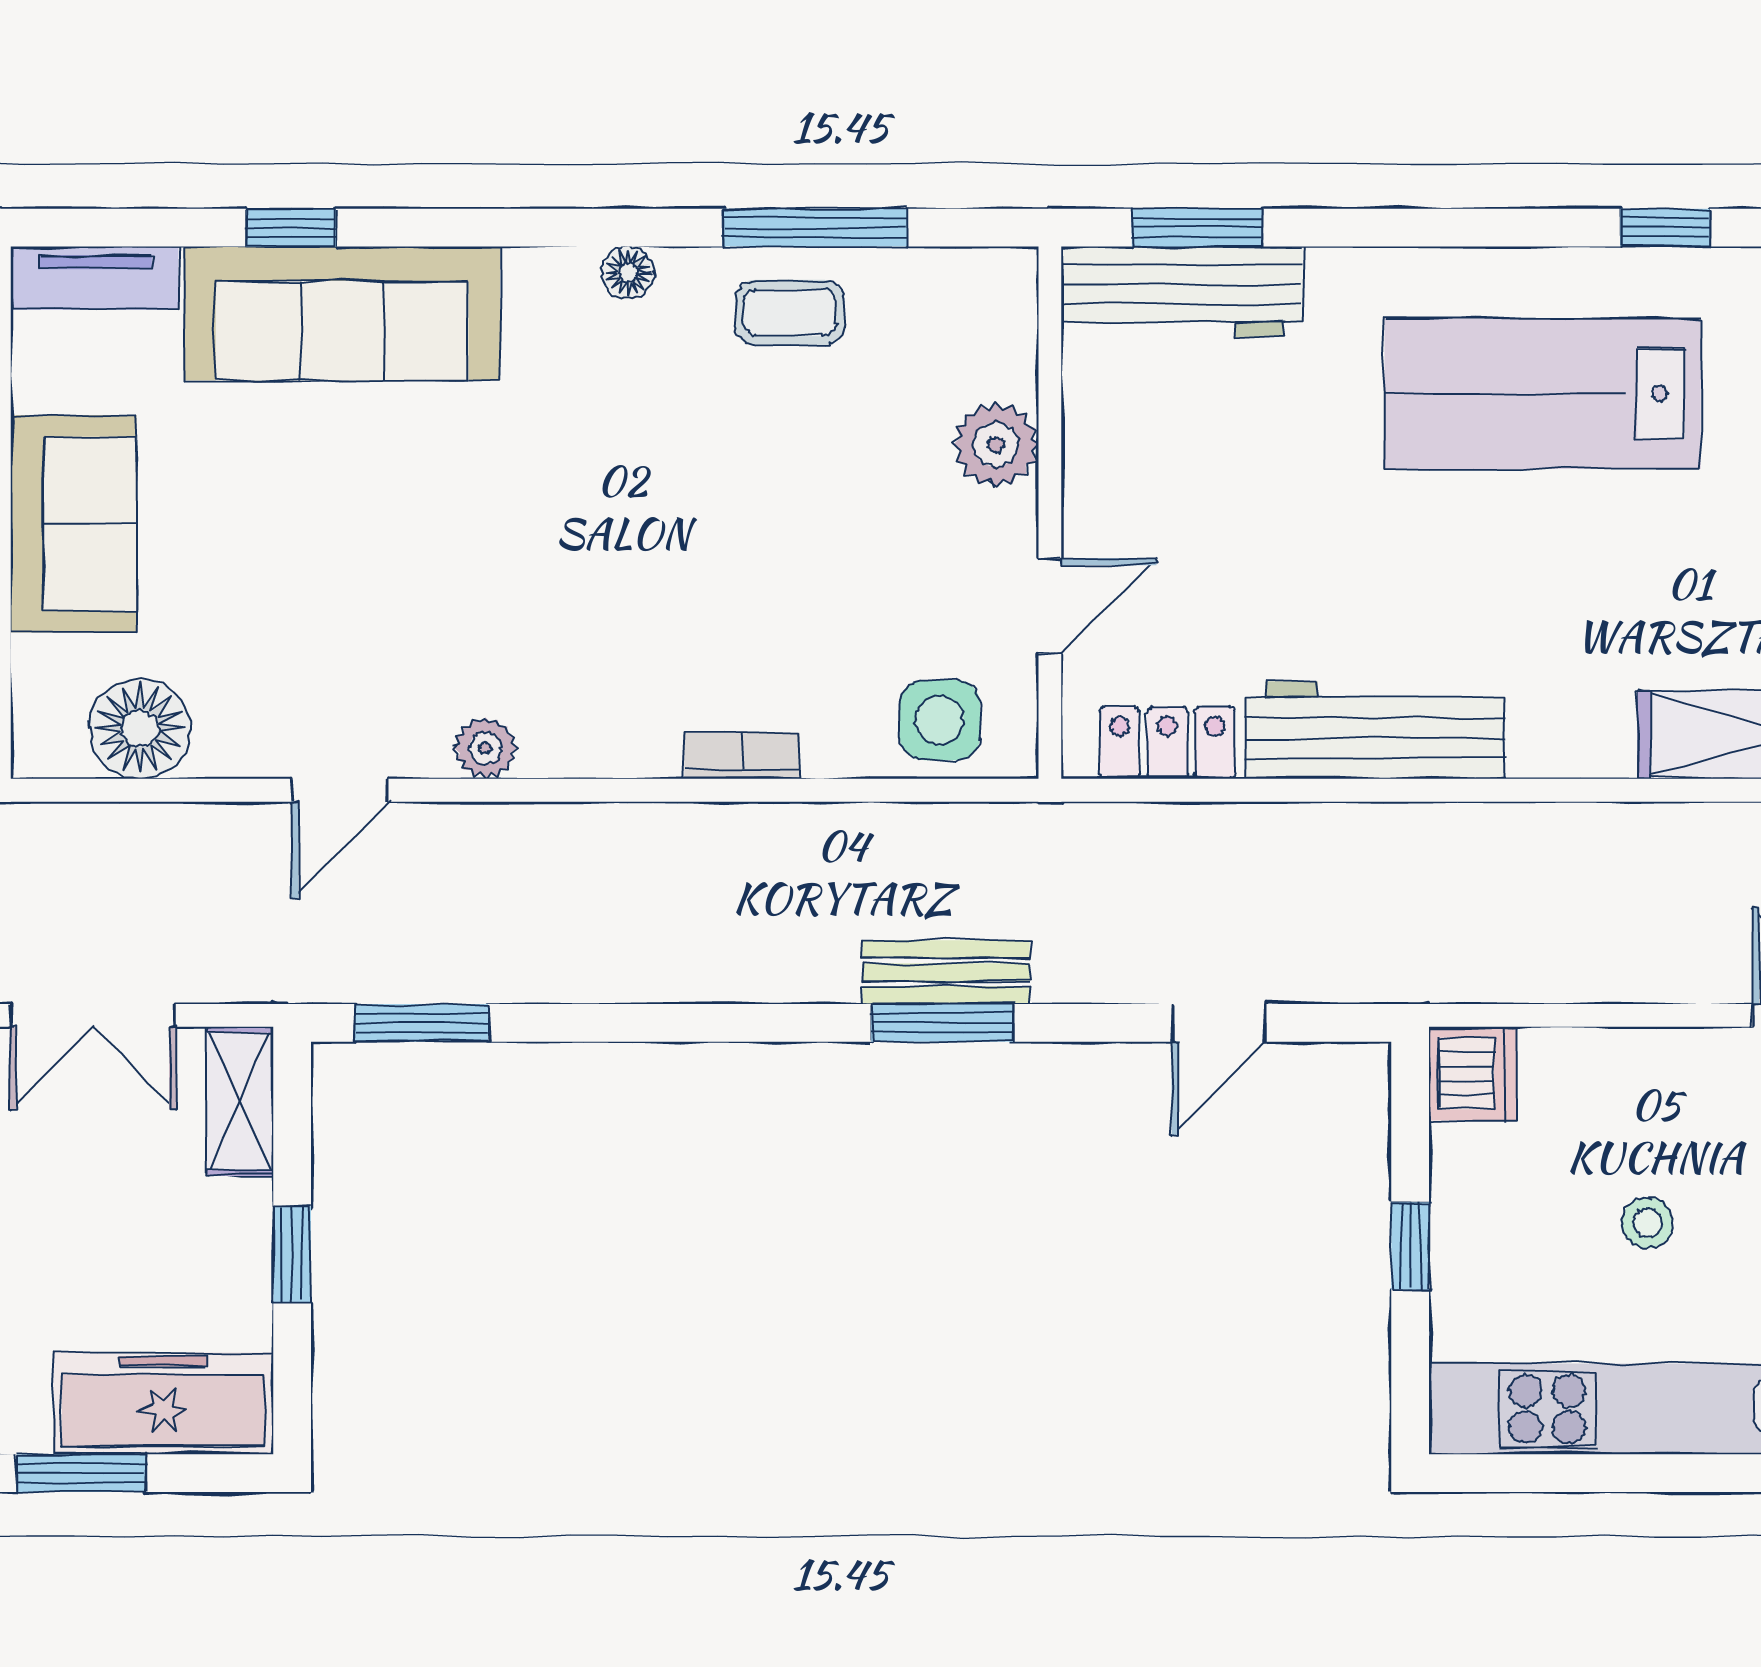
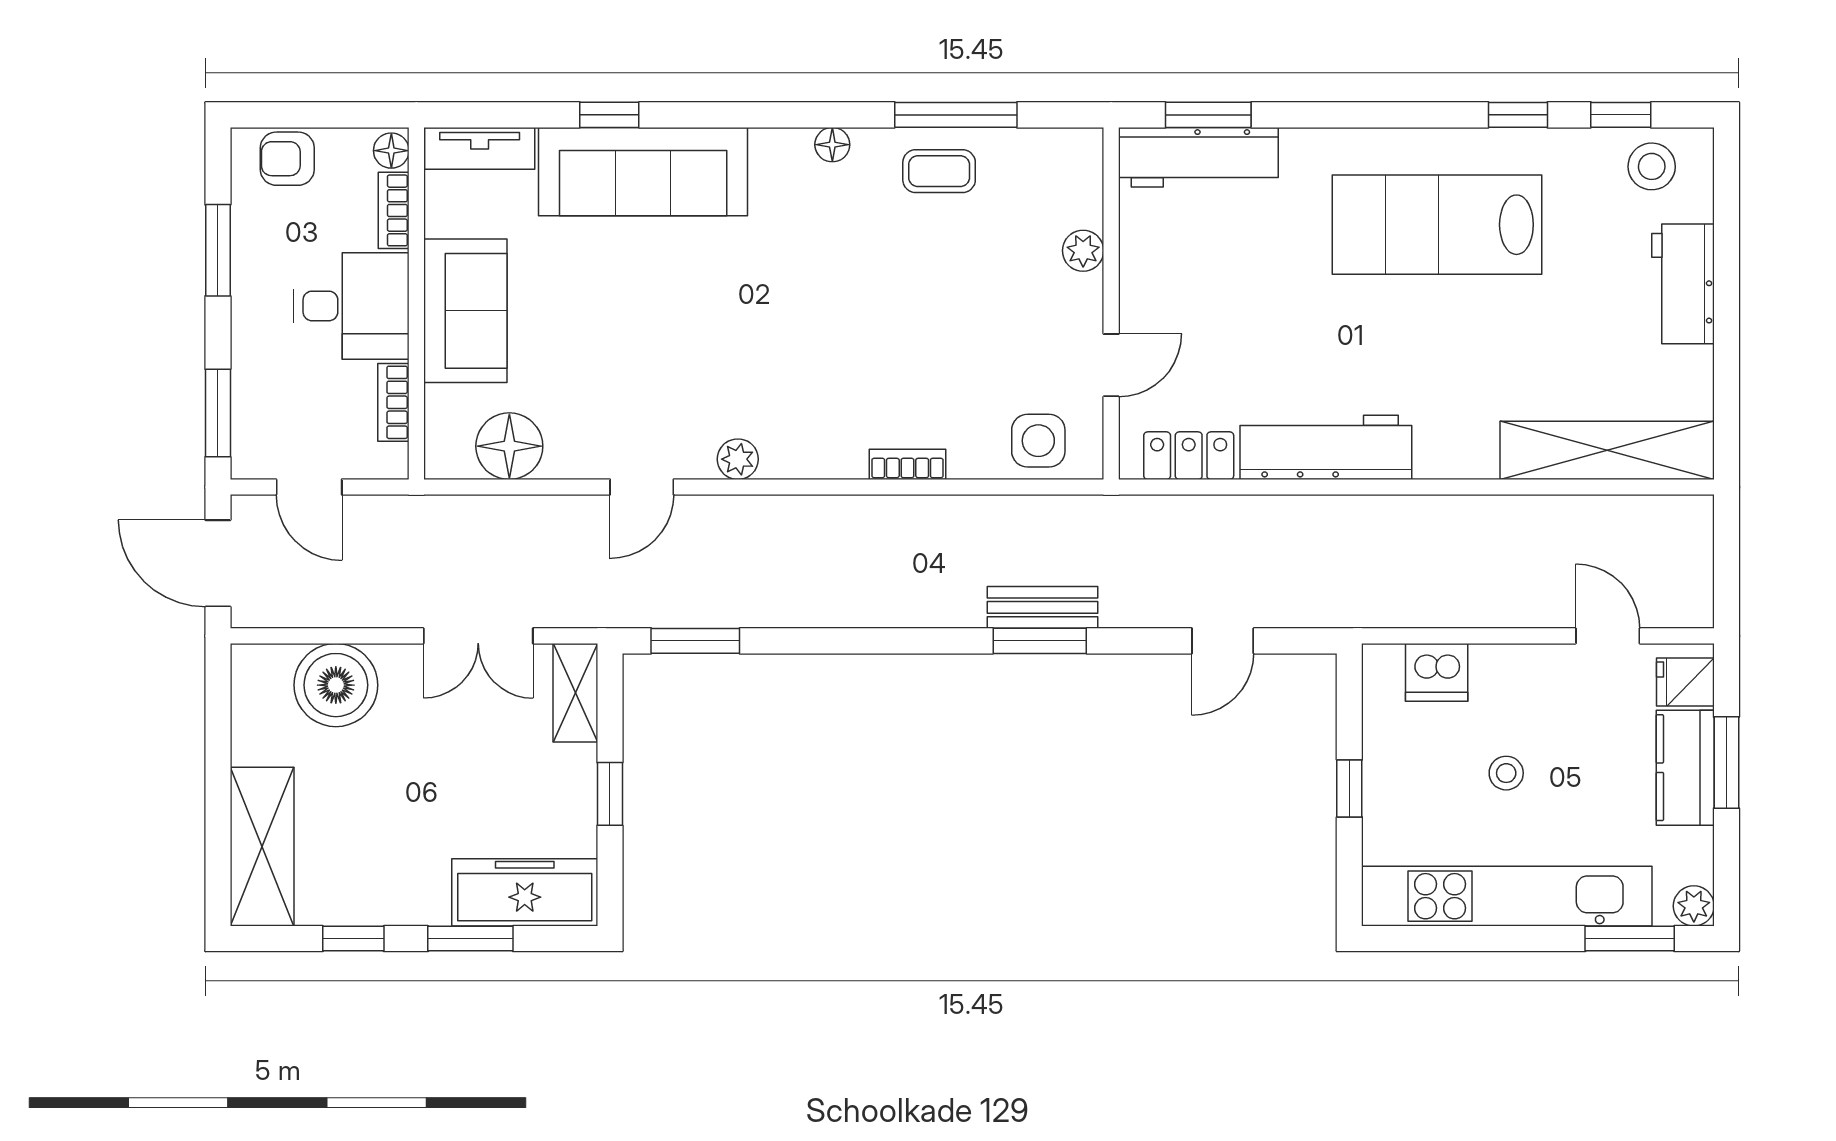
plant: (996, 445) -> (1083, 251), width x0.73, depth x0.73
dishwasher: (1473, 1074) -> (1437, 672), moved, turned 90

